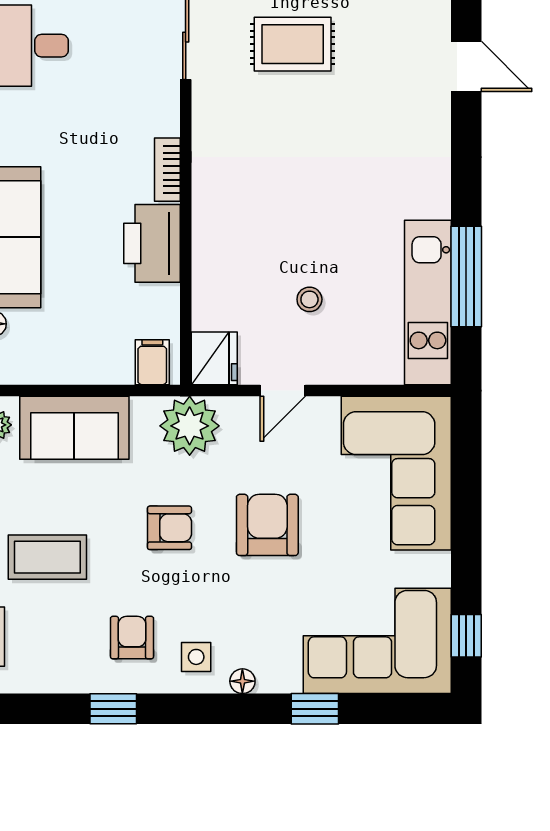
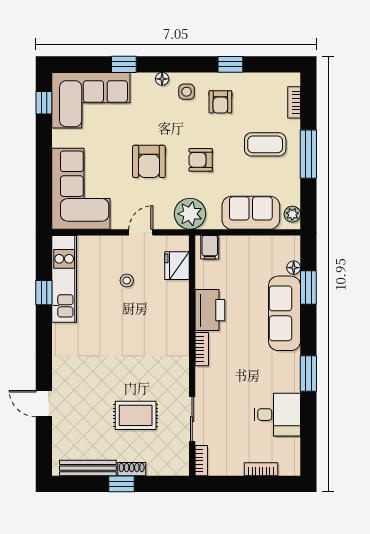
window: (466, 277) -> (44, 293), width x0.46
fridge: (214, 358) -> (177, 266), moved

